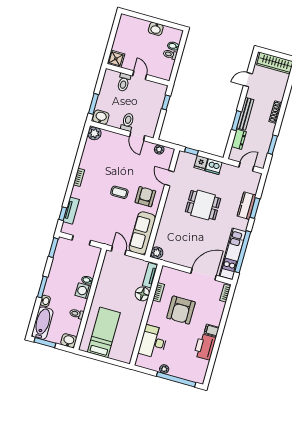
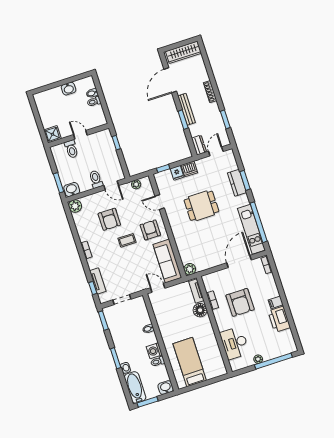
door: (248, 80) -> (170, 80), width x1.87
dresser: (239, 139) -> (199, 145), moved
armchair: (116, 164) -> (109, 219), added
washing machine: (83, 291) -> (154, 351), moved

